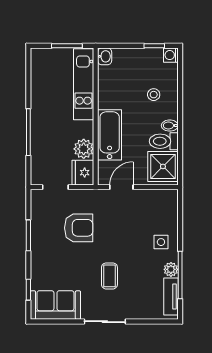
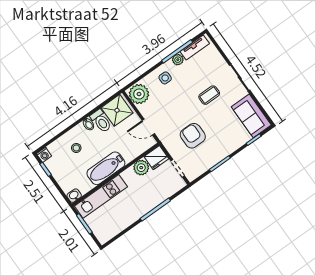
bathtub: (110, 135) -> (106, 168), moved
plant: (164, 202) -> (139, 94), added

